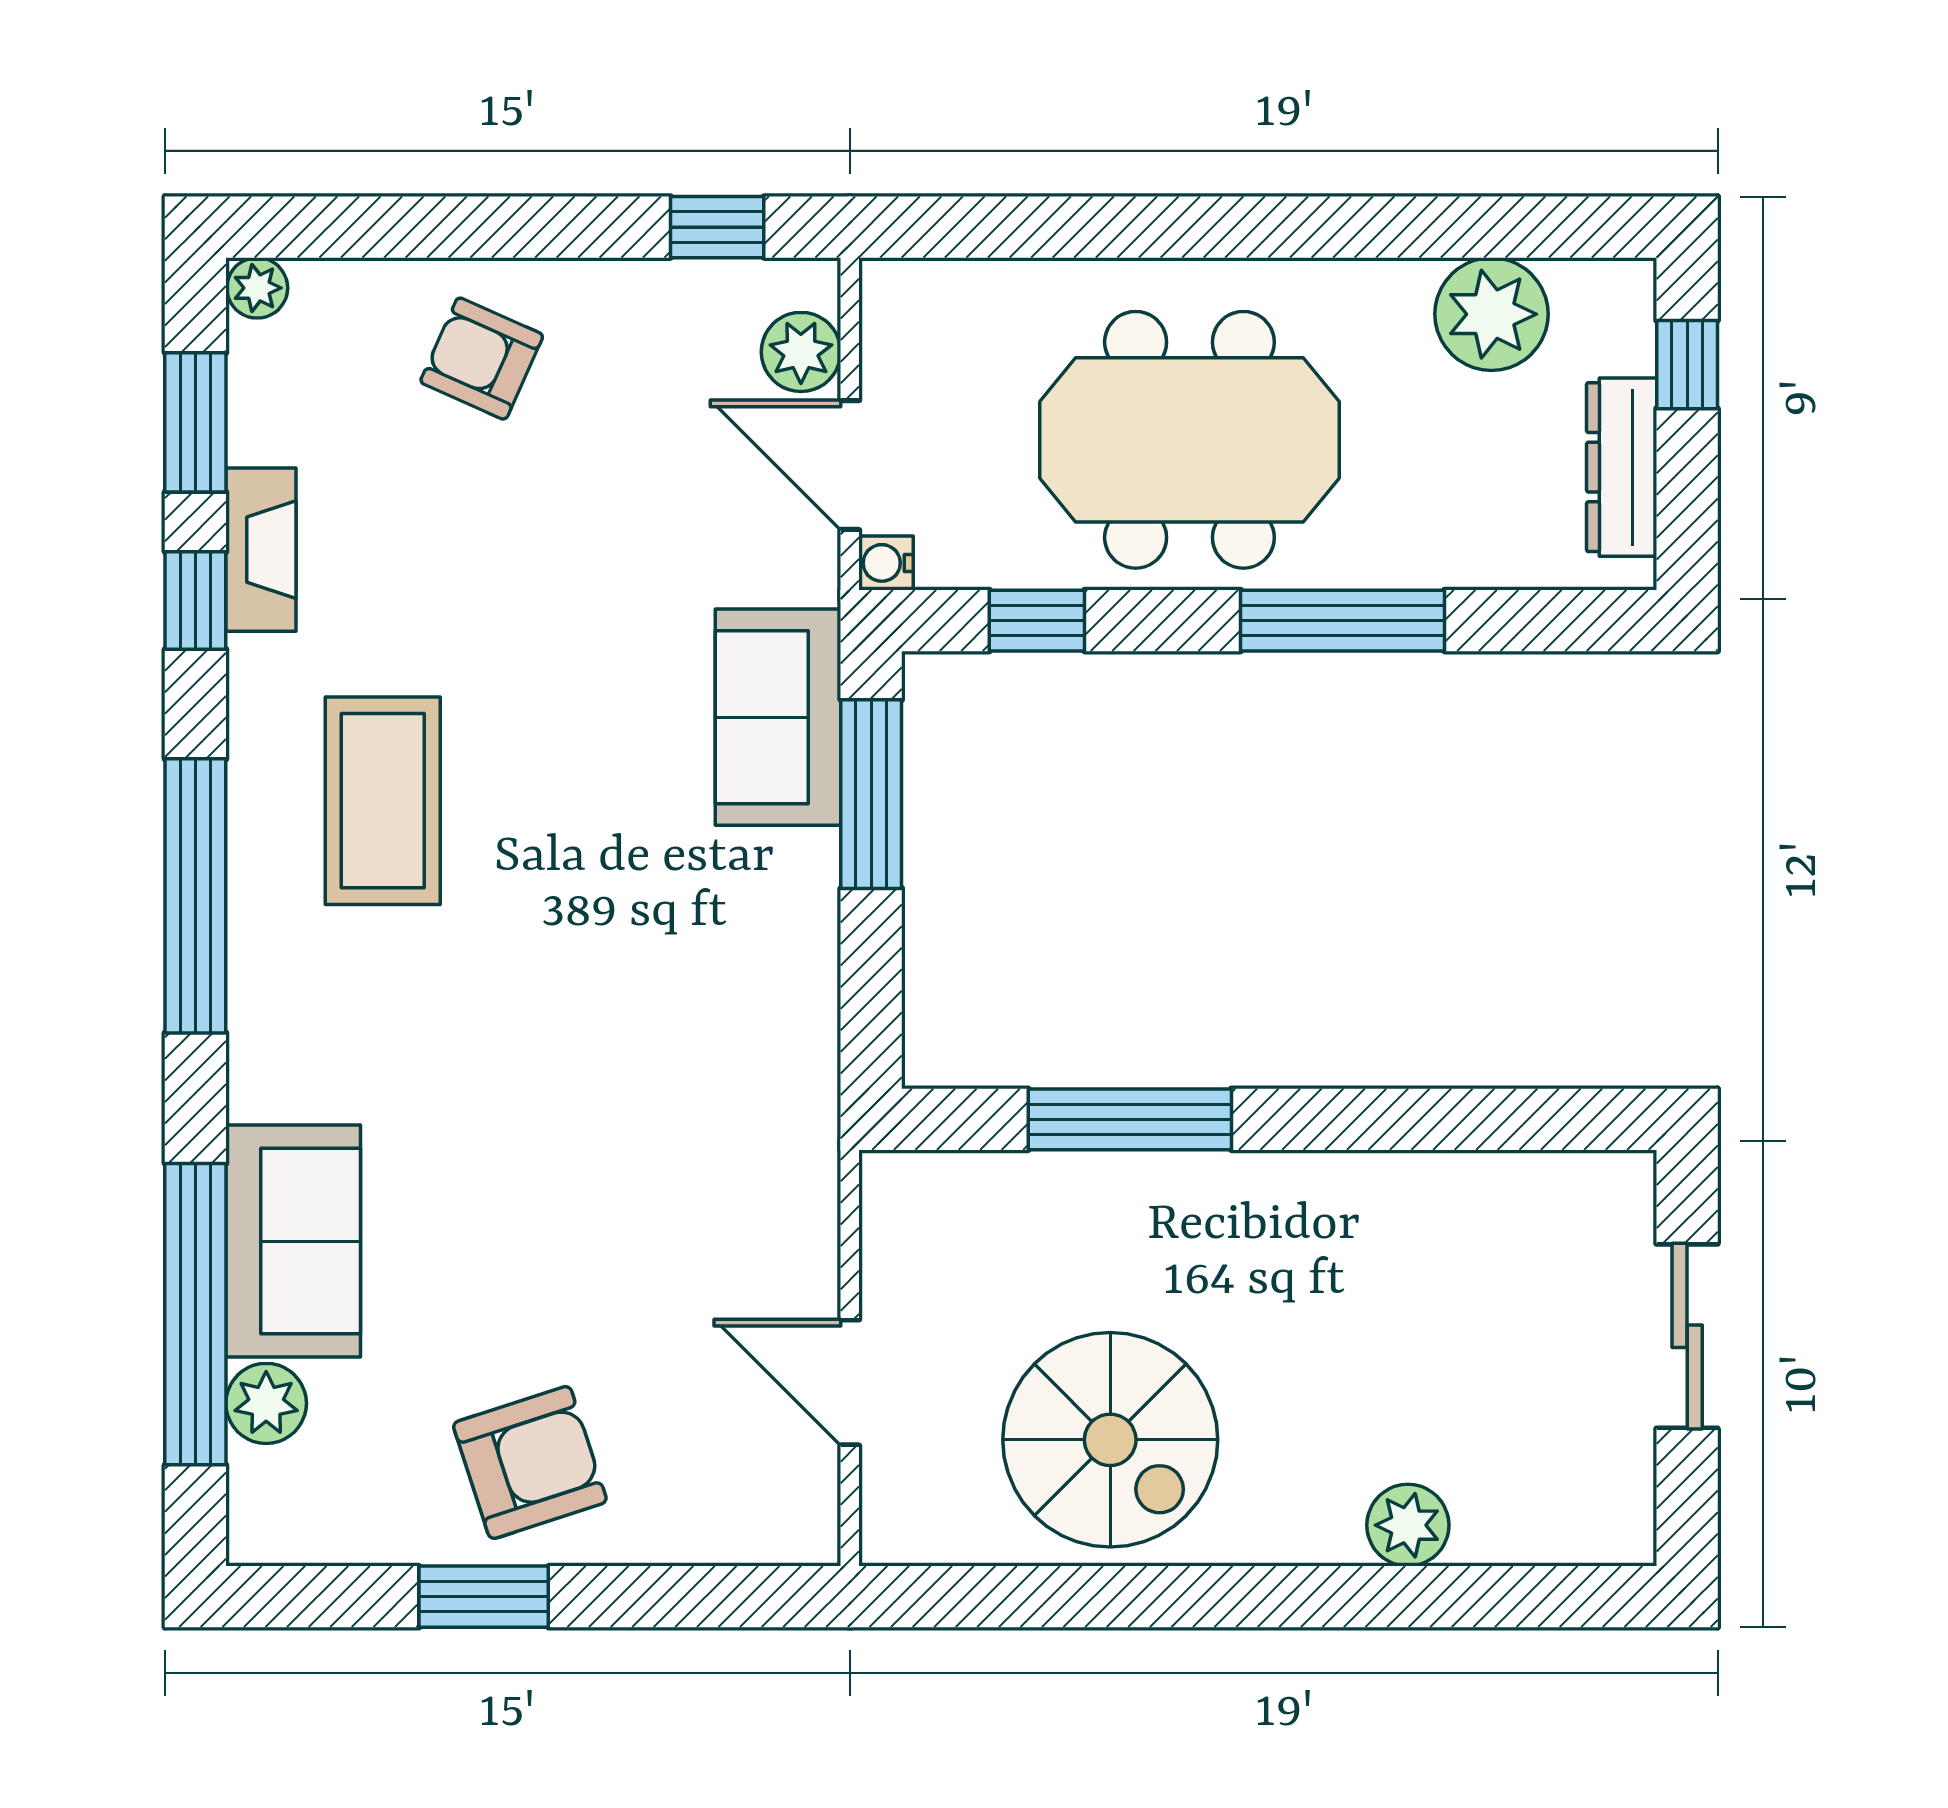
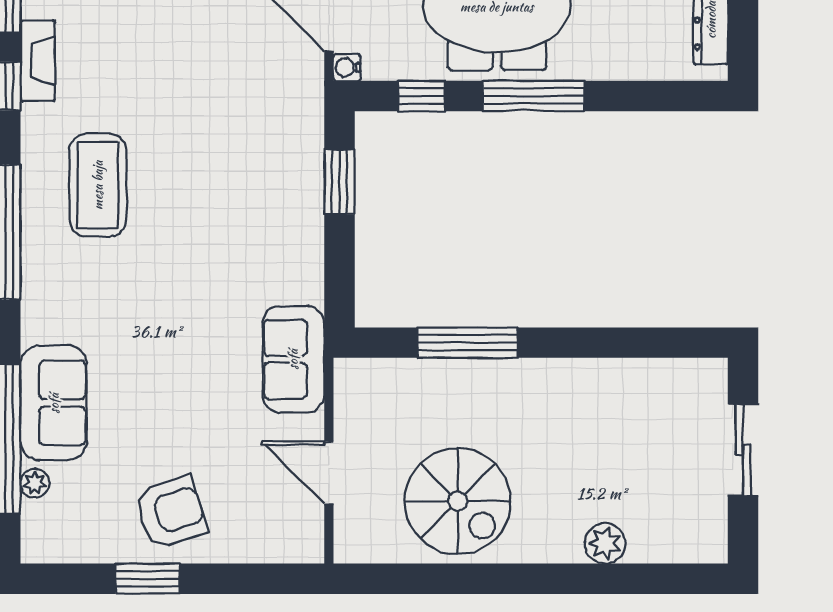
window: (1343, 621) -> (534, 96), moved
sofa: (778, 717) -> (293, 359), moved
window: (871, 794) -> (339, 182), width x0.69
plant: (266, 1403) -> (35, 483), width x0.73, depth x0.73

